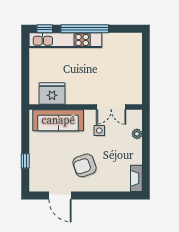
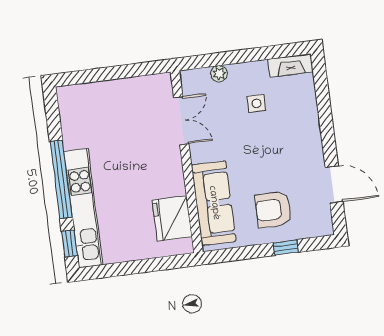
side table: (99, 131) -> (256, 103), moved
armchair: (84, 165) -> (273, 209), moved, turned 109
door: (60, 196) -> (334, 184), hinge flipped

